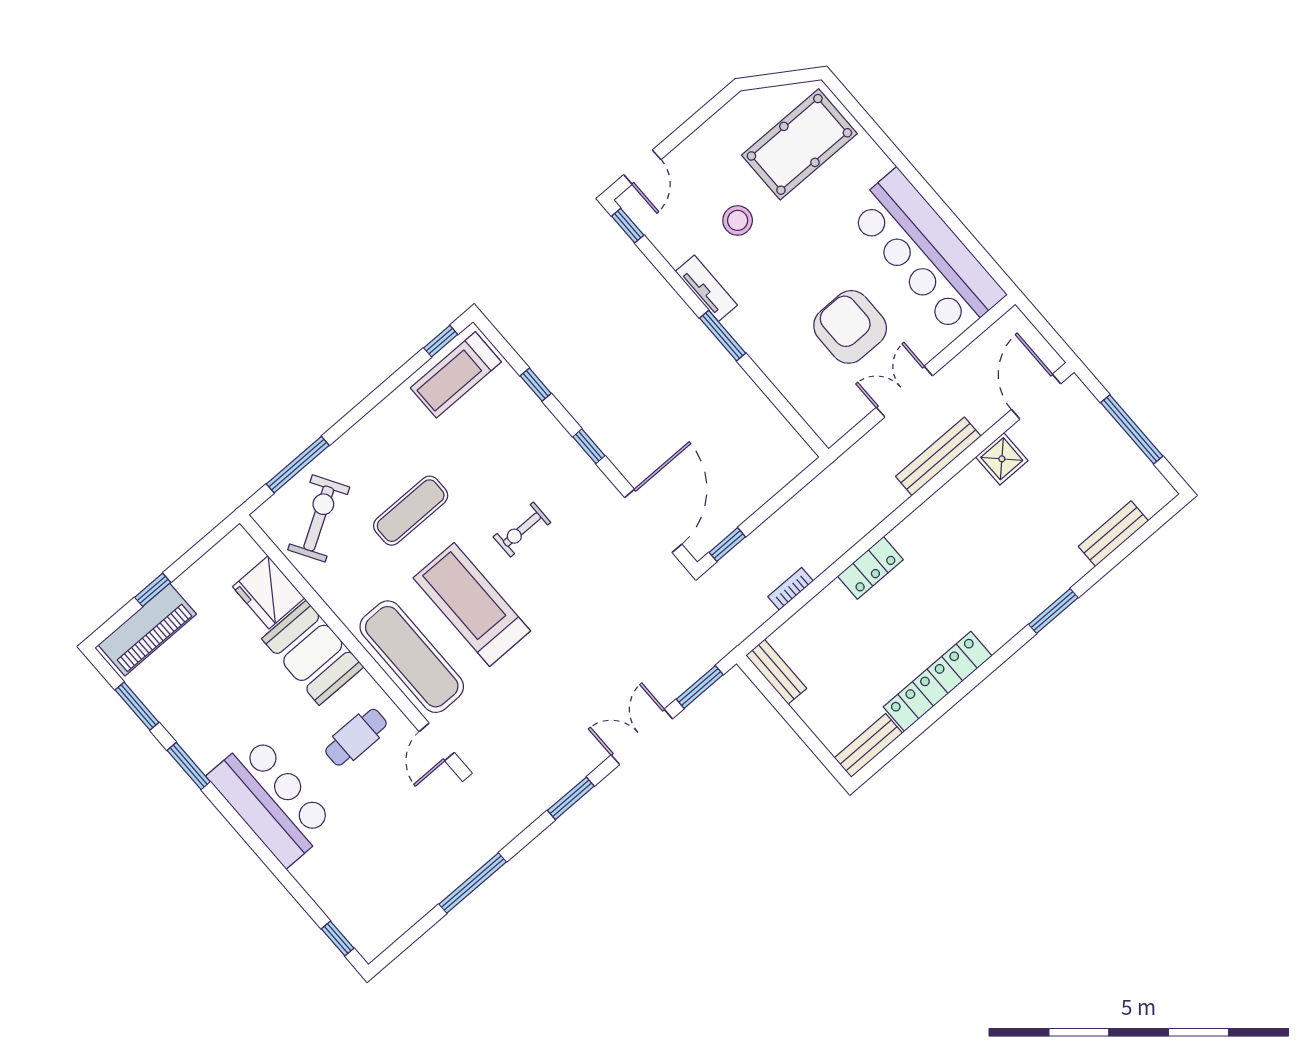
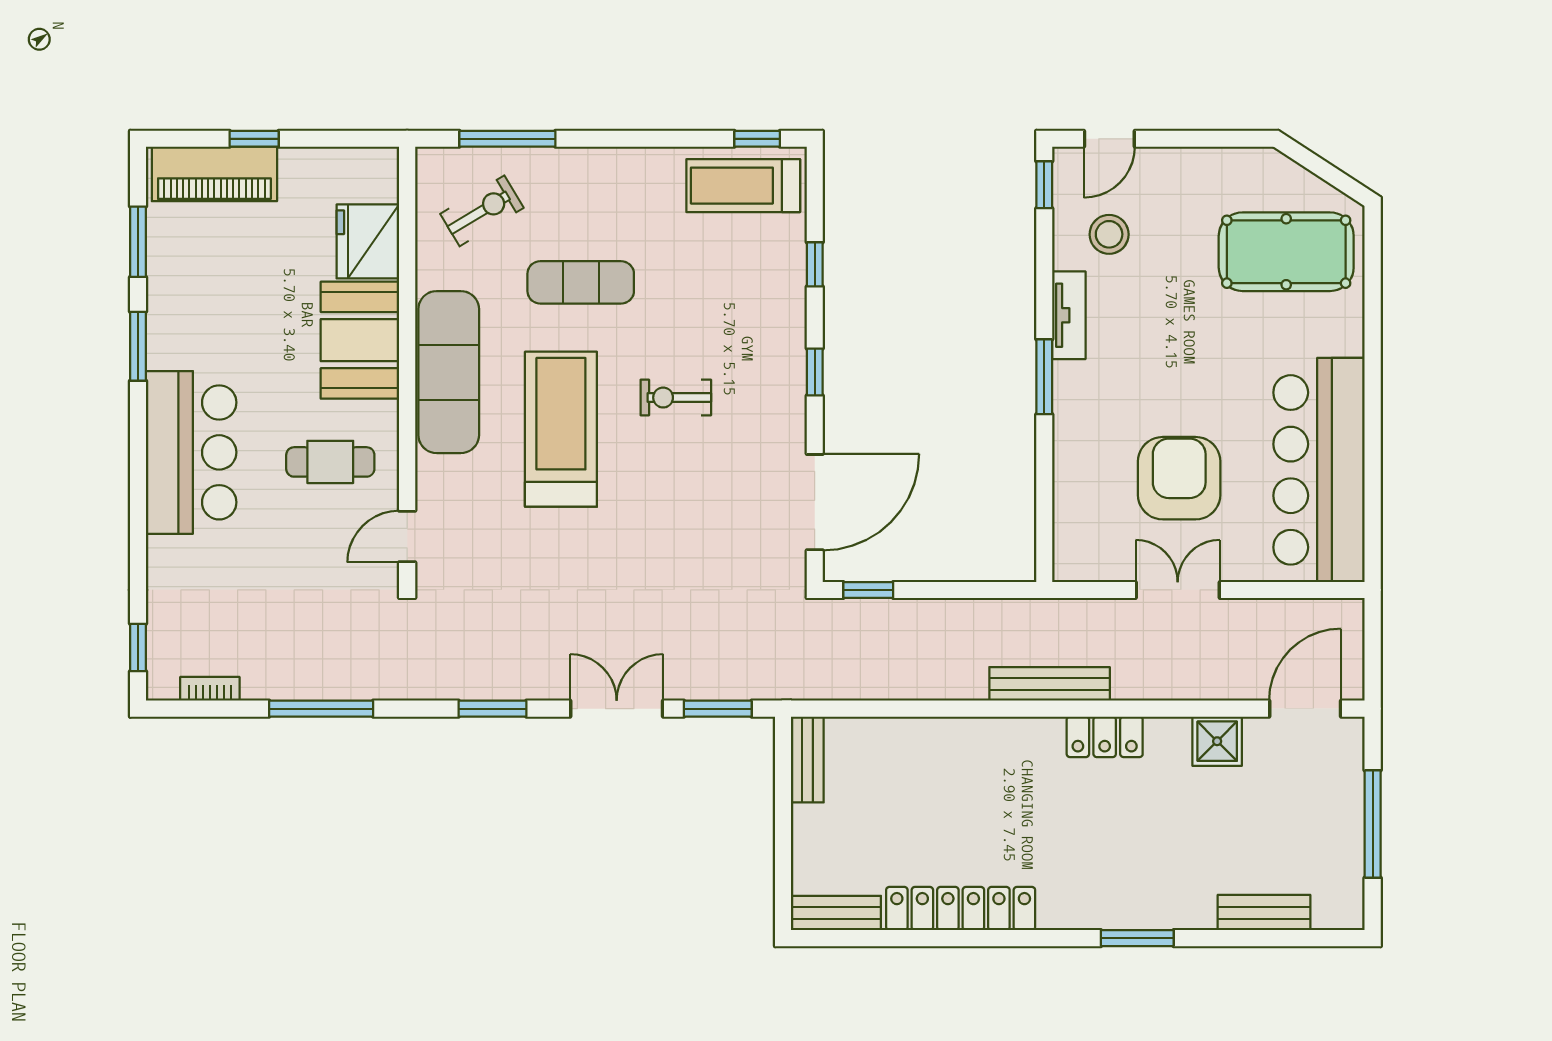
stool: (738, 220) -> (1109, 234), moved
bench: (938, 456) -> (1050, 684), moved
exercise bike: (319, 518) -> (482, 211), width x0.73, depth x0.72
locker: (870, 568) -> (1105, 737), moved
bookcase: (791, 589) -> (210, 689), moved
exercise mat: (412, 657) -> (449, 372), moved

